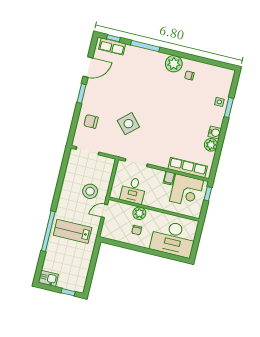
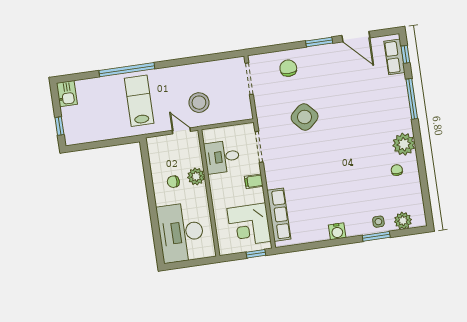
plant: (211, 145) -> (403, 221), moved
filing cabinet: (169, 178) -> (254, 181), moved

